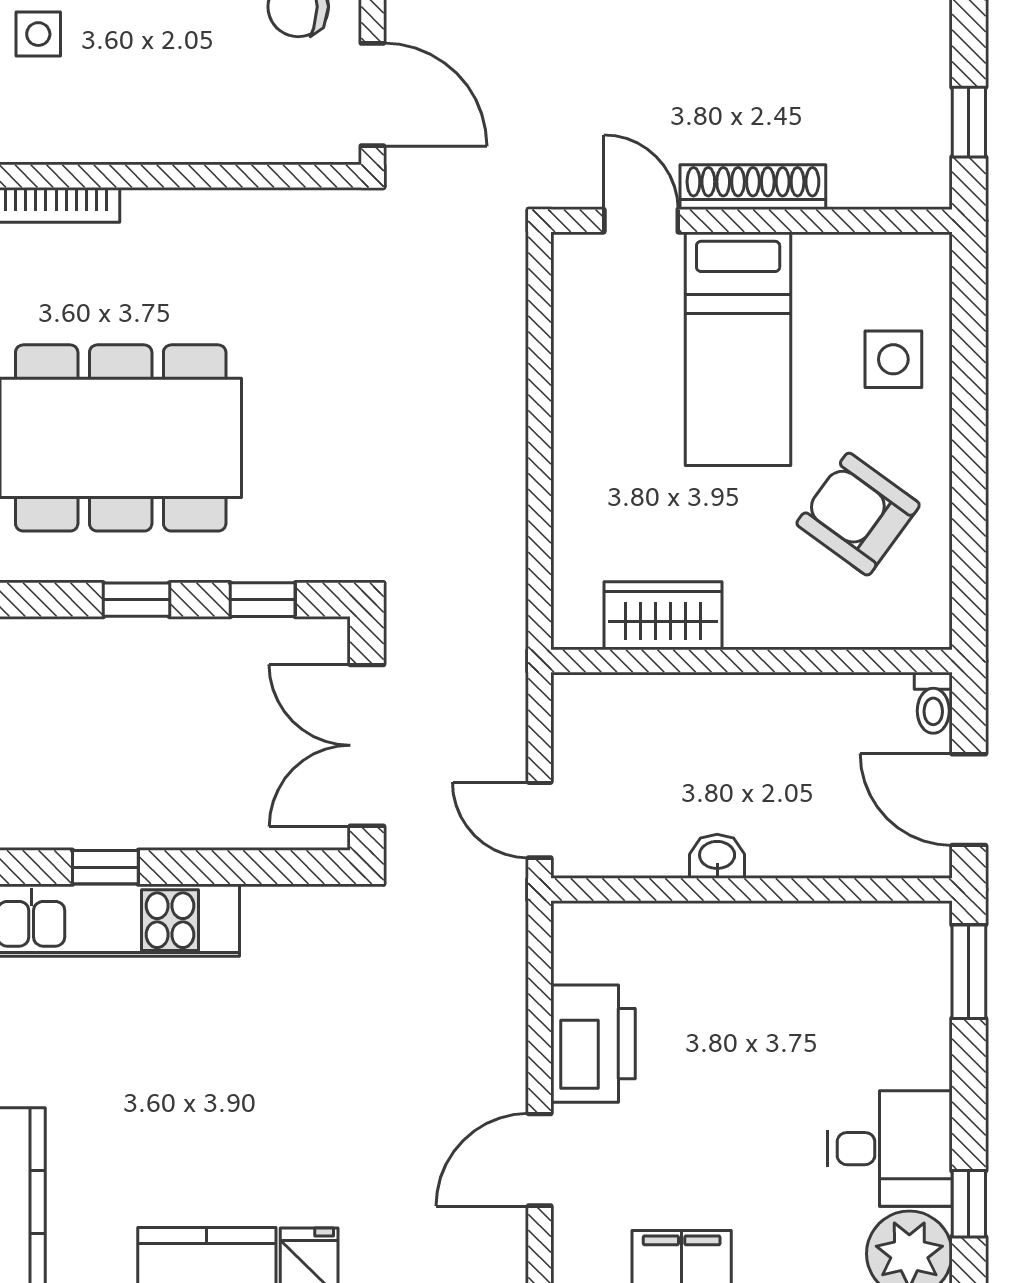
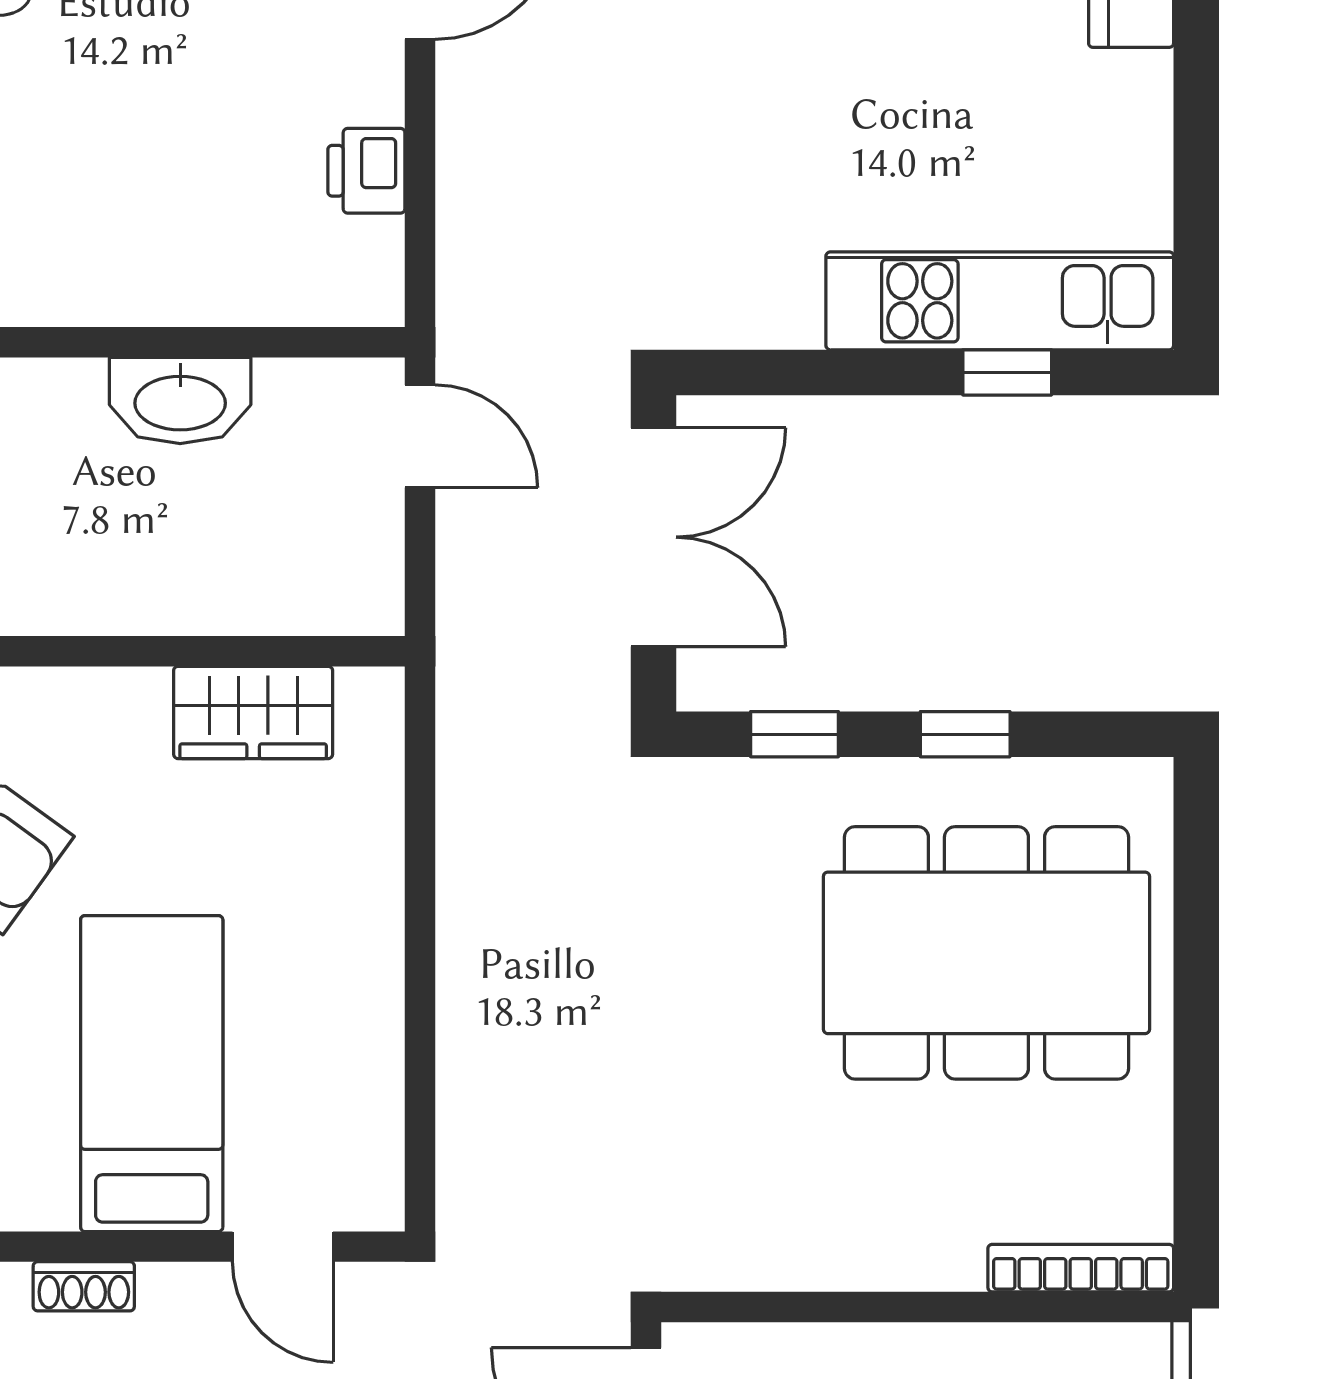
shoe rack: (753, 187) -> (84, 1286), width x0.51, depth x0.81
washbasin: (717, 856) -> (180, 401), width x1.91, depth x1.45
printer: (593, 1044) -> (366, 171), width x0.53, depth x0.68

